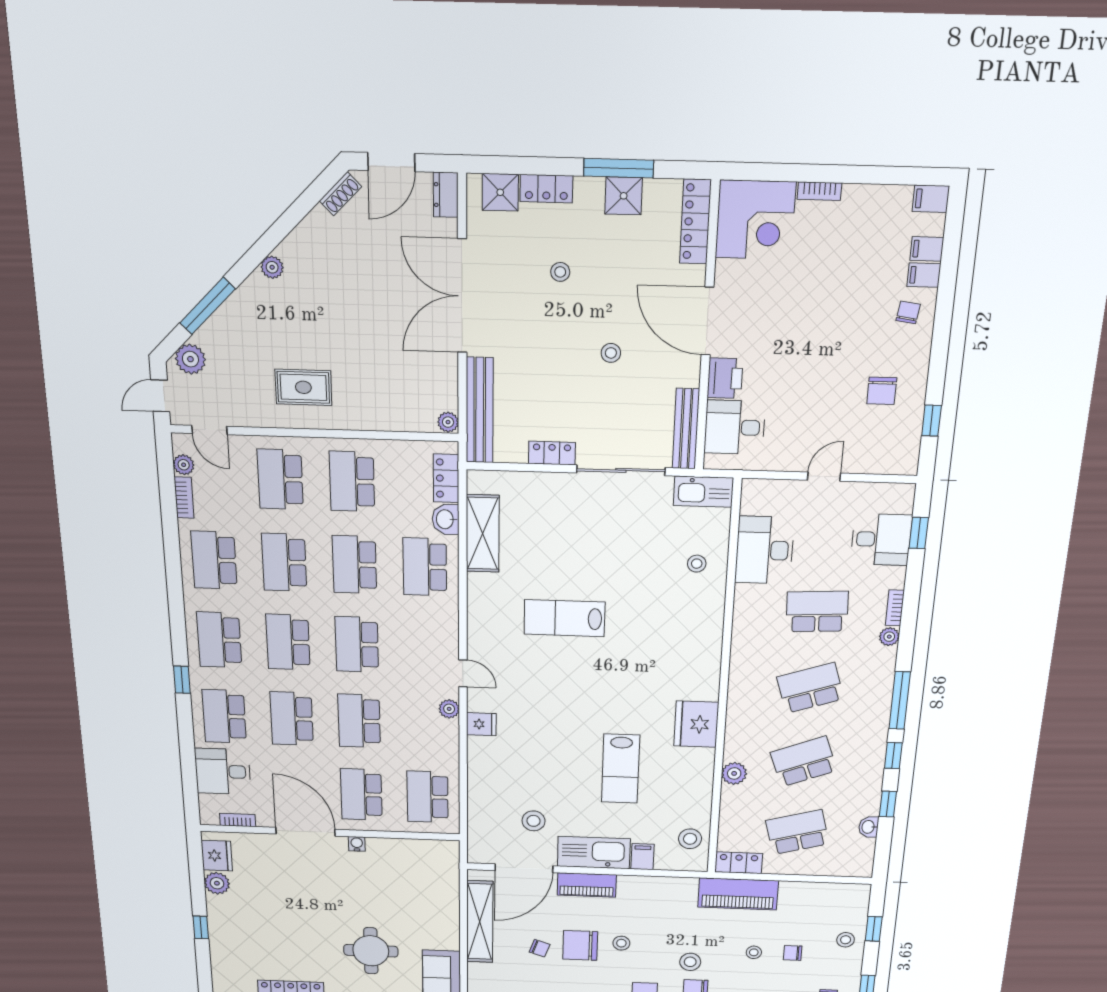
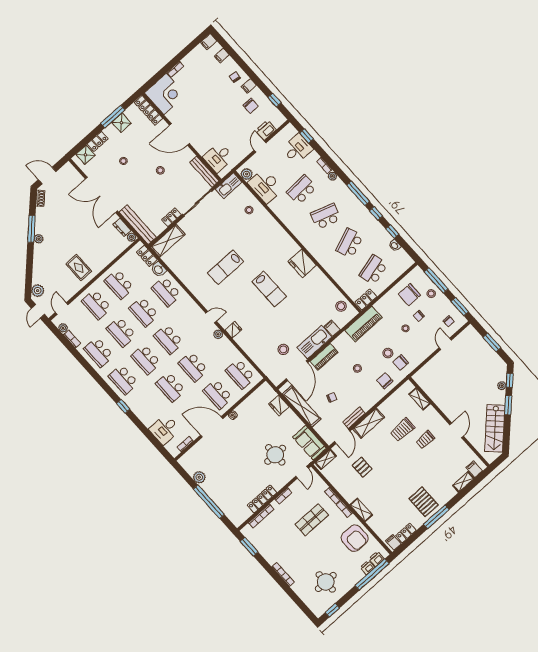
door: (391, 162) -> (47, 176), swing flipped
dresser: (446, 195) -> (122, 227), moved
filing cabinet: (924, 275) -> (249, 86), moved
window: (207, 306) -> (31, 229), moved
printer: (725, 378) -> (266, 130), moved, turned -90
rug: (303, 387) -> (79, 268), turned 90
door: (209, 430) -> (62, 309), swing flipped
shelving: (483, 533) -> (168, 241), moved, turned 90
school desk: (810, 688) -> (326, 216), turned 36
school desk: (224, 716) -> (148, 407), removed
lab bench: (621, 769) -> (269, 289), moved
plant: (734, 773) -> (247, 174), moved
fridge: (217, 856) -> (279, 405), moved, turned 180
piano: (738, 894) -> (363, 324), moved
window: (201, 927) -> (209, 502), width x3.17
window: (874, 929) -> (436, 280), width x2.17
chair: (580, 945) -> (409, 295), moved

